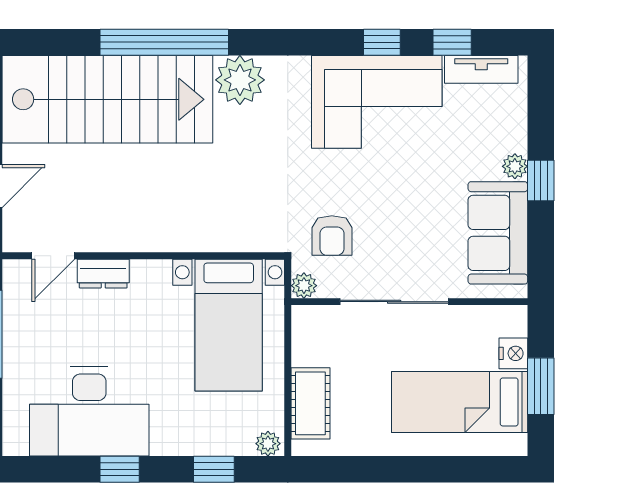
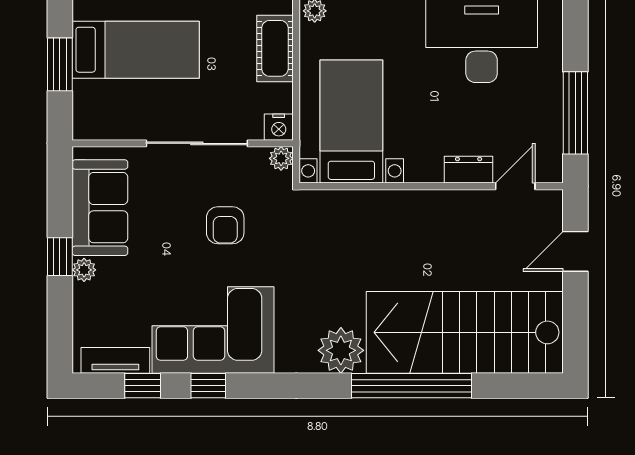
armchair: (332, 236) -> (225, 225), moved, turned 180
nightstand: (513, 353) -> (279, 127), moved, turned -90

